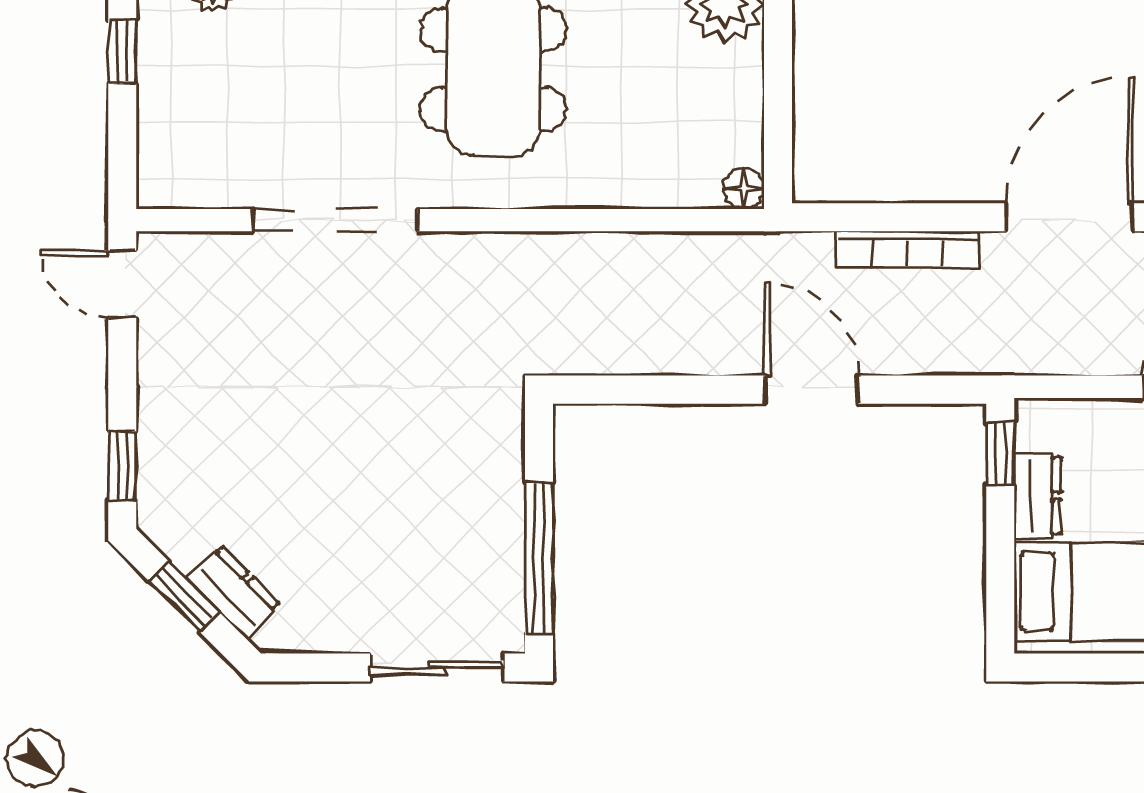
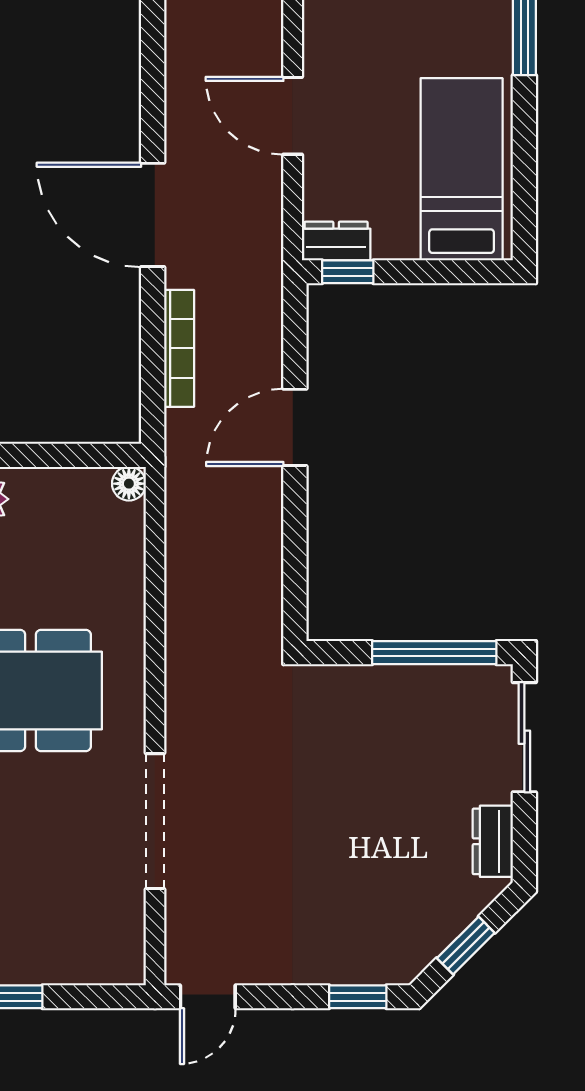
dresser: (1038, 496) -> (336, 241), moved
dresser: (233, 592) -> (493, 841), moved, turned -45

